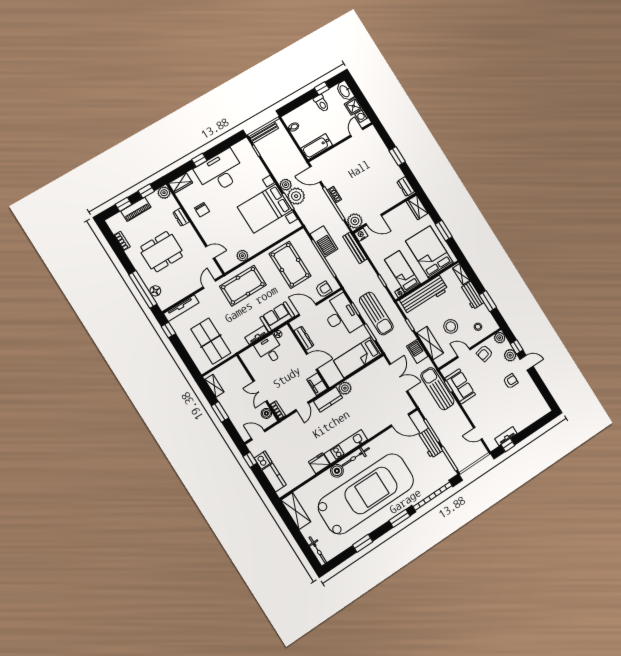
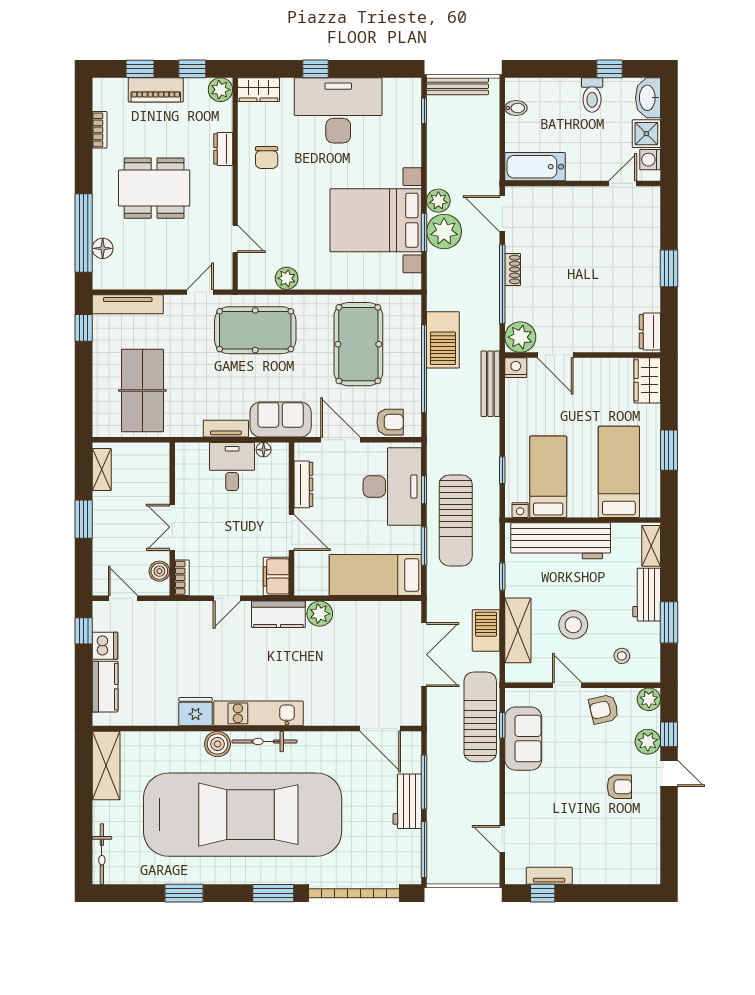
bed: (429, 252) -> (619, 472), width x0.67

